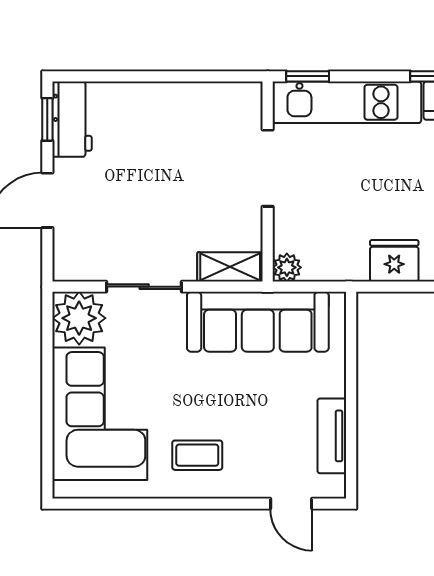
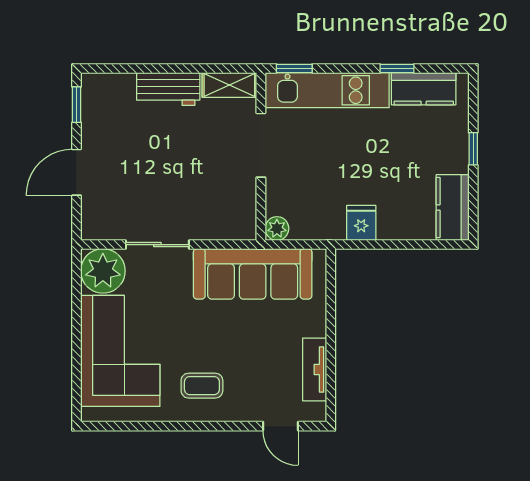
workbench: (72, 119) -> (168, 89), moved, turned 90
fridge: (394, 261) -> (361, 223), width x0.72
shelving: (230, 267) -> (229, 85), moved

